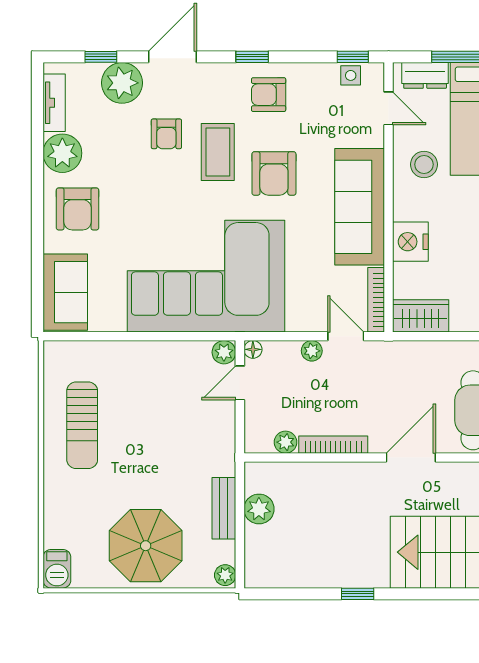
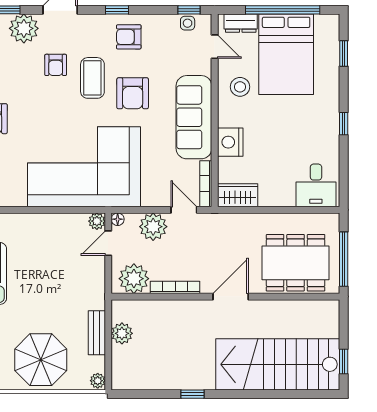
plant: (312, 351) -> (153, 227), width x1.87, depth x1.87
plant: (285, 442) -> (134, 279), width x1.87, depth x1.87

